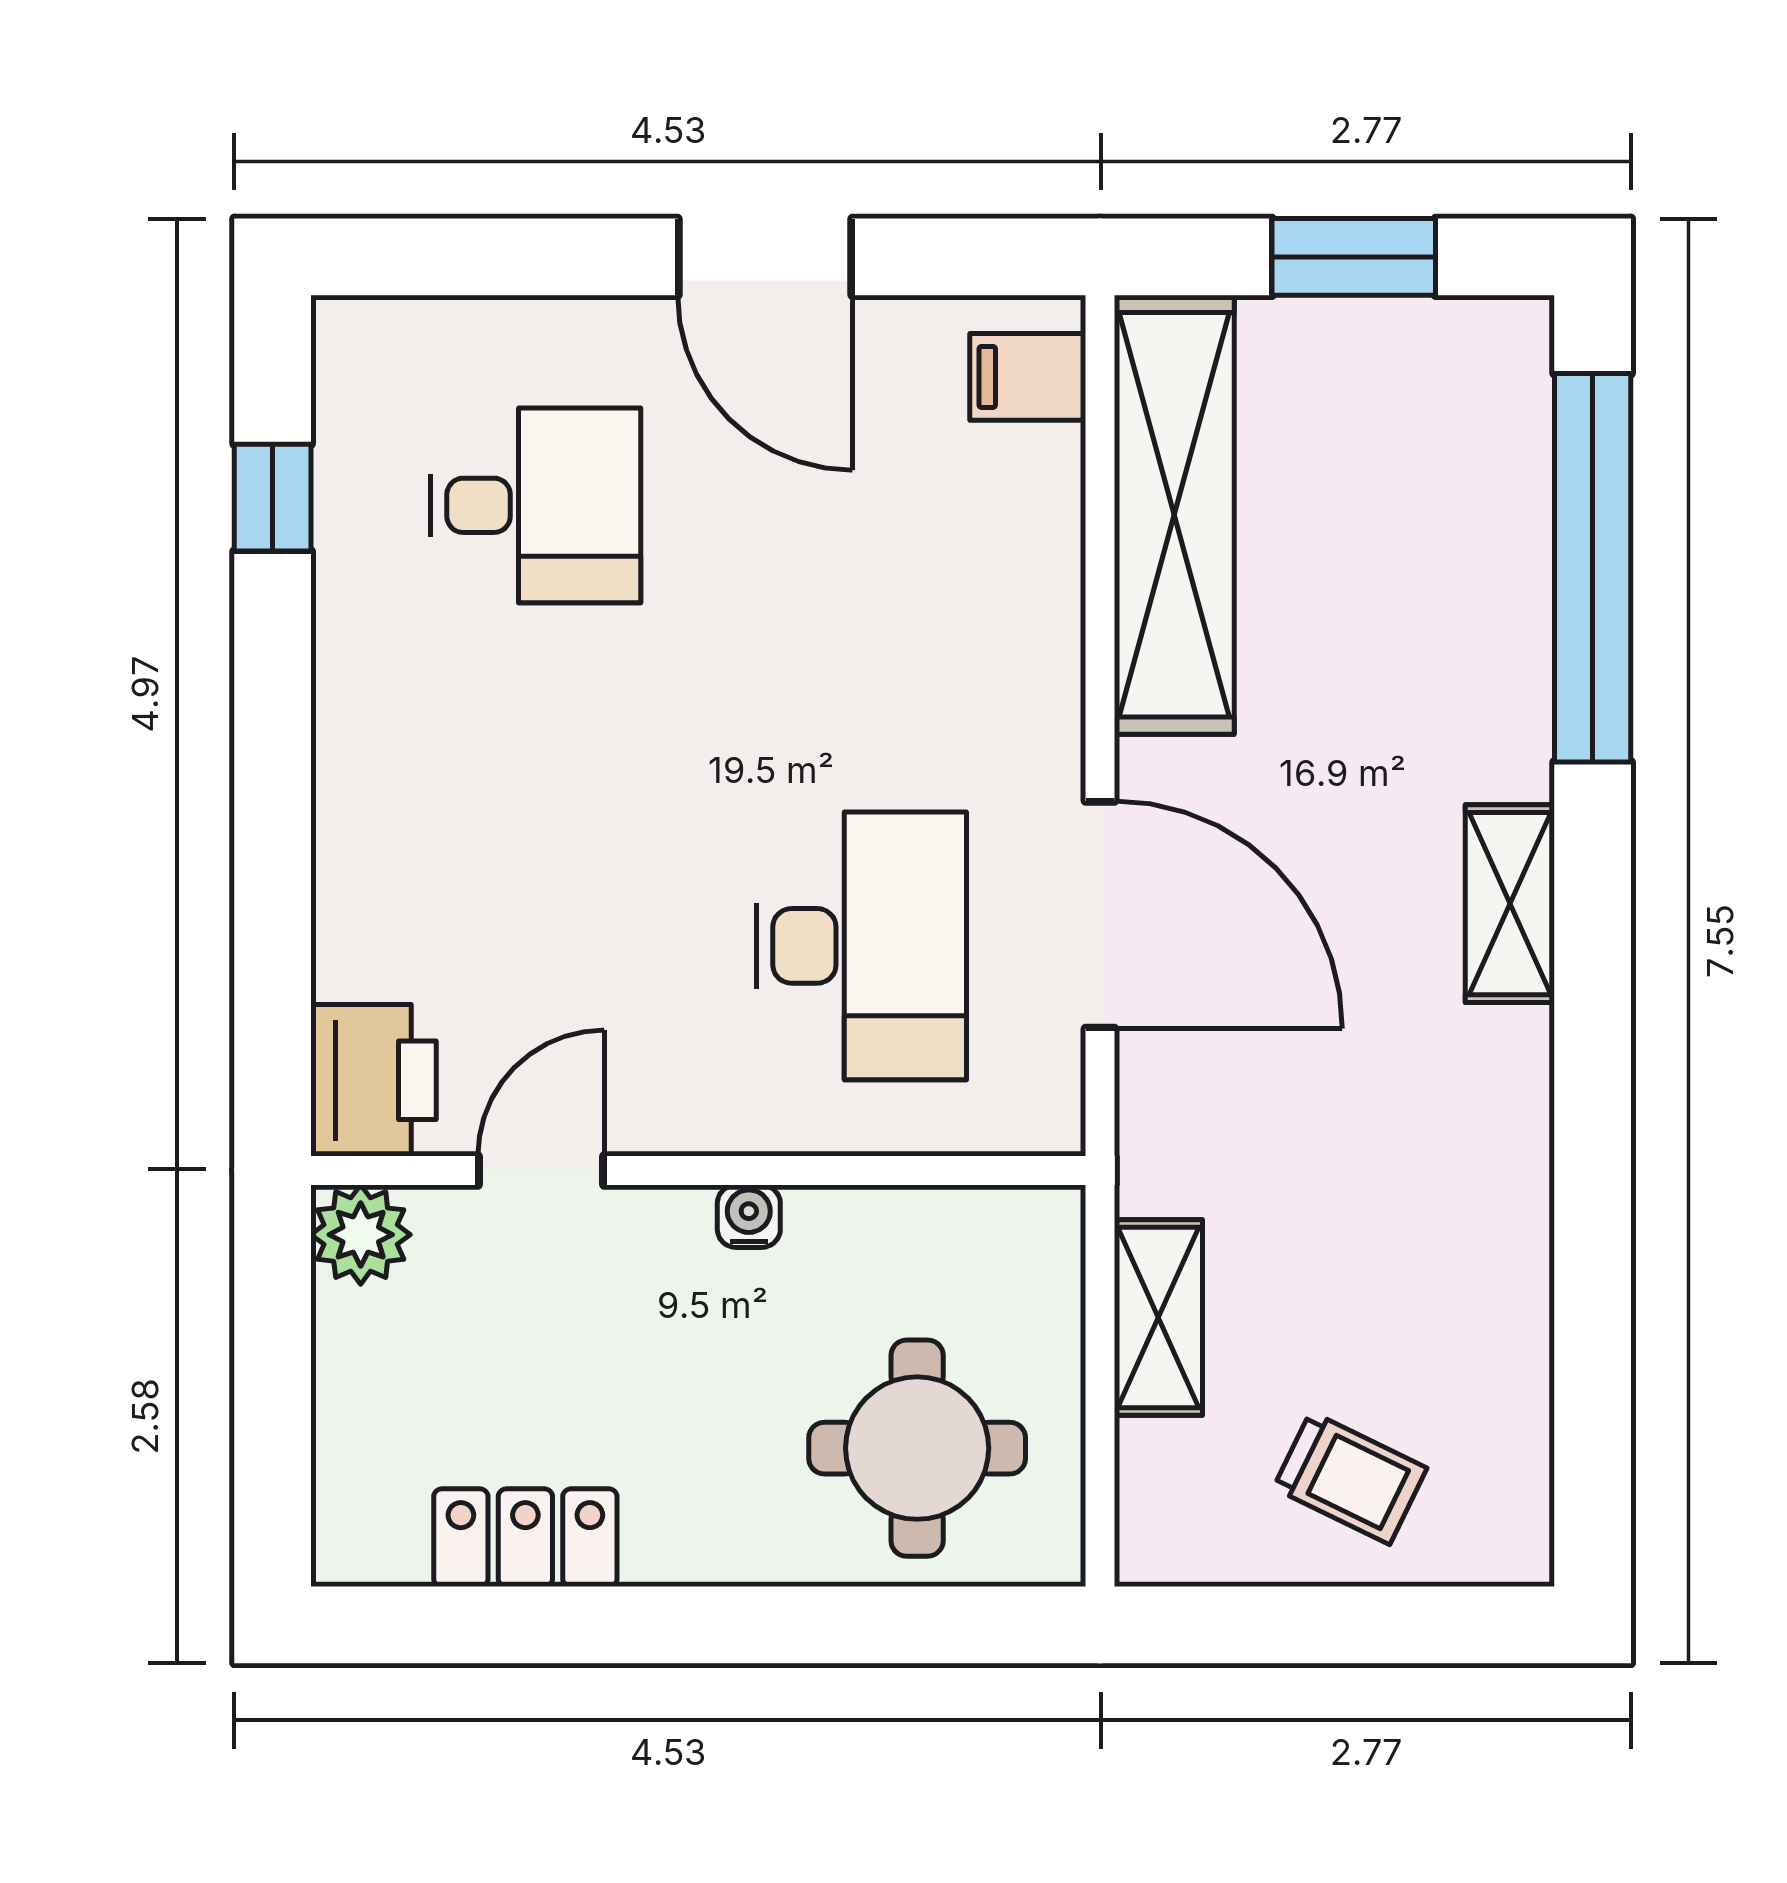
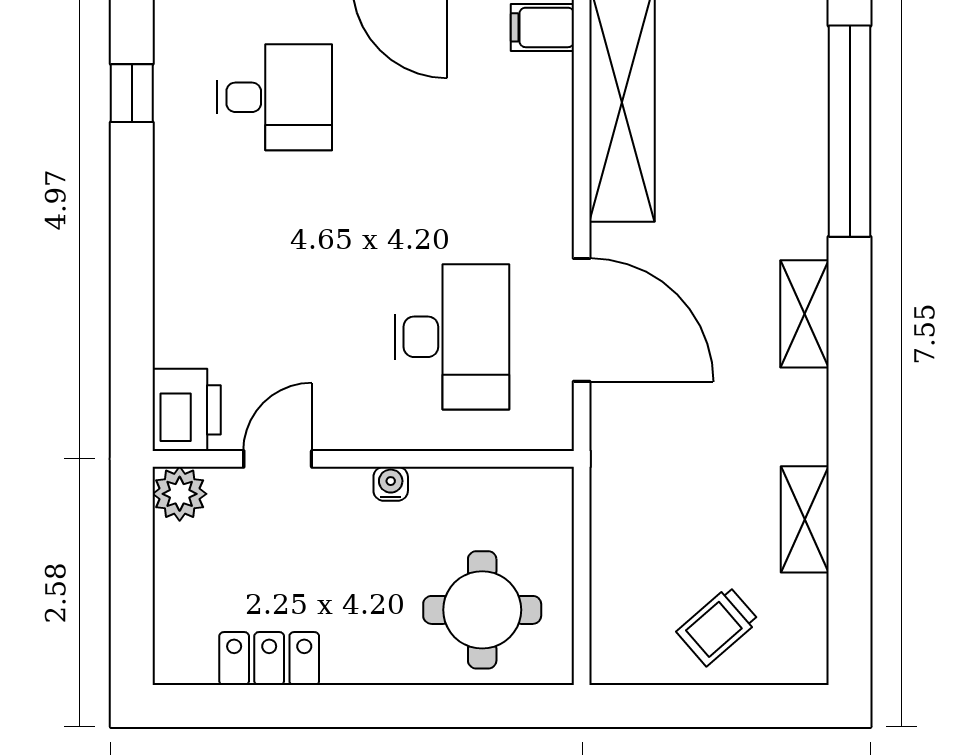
shelving: (1158, 1317) -> (805, 519), moved
trolley: (1350, 1478) -> (718, 626), turned 113

